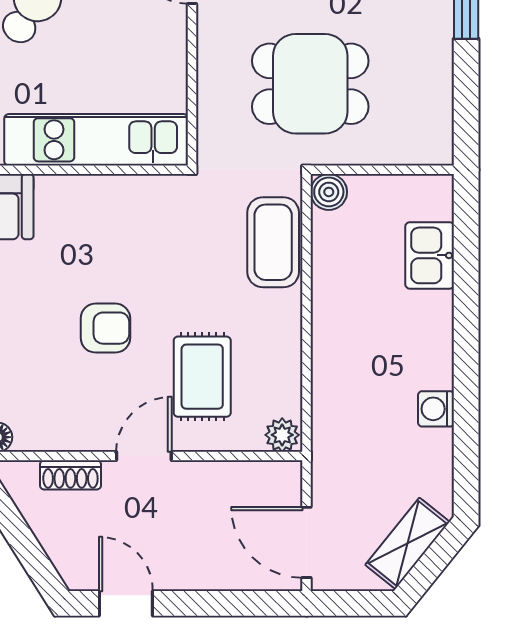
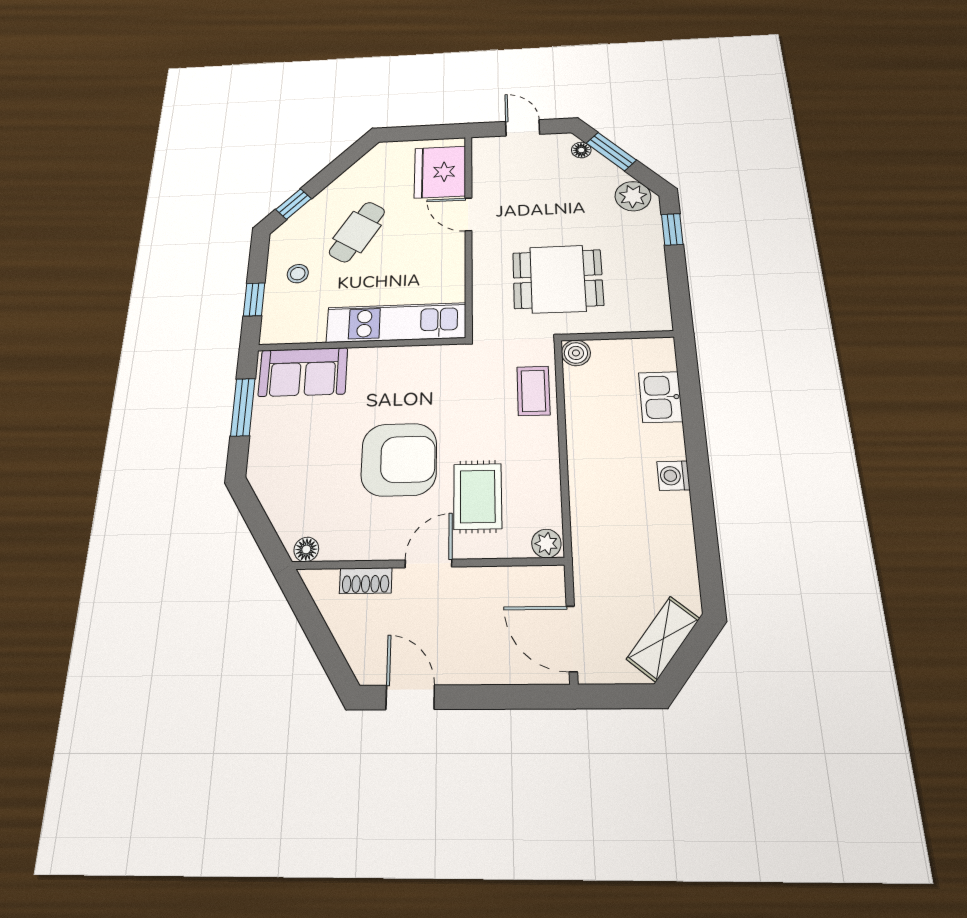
coffee table: (273, 242) -> (533, 391), width x0.73, depth x0.77
armchair: (105, 328) -> (399, 459), width x1.88, depth x1.88
washing machine: (436, 409) -> (673, 476), moved

